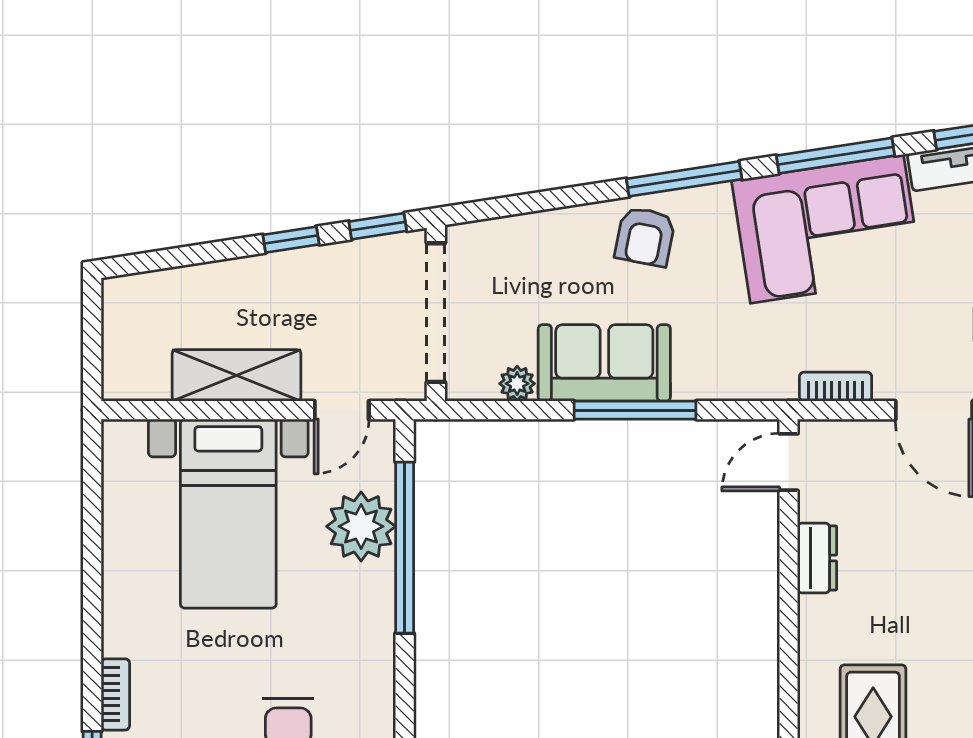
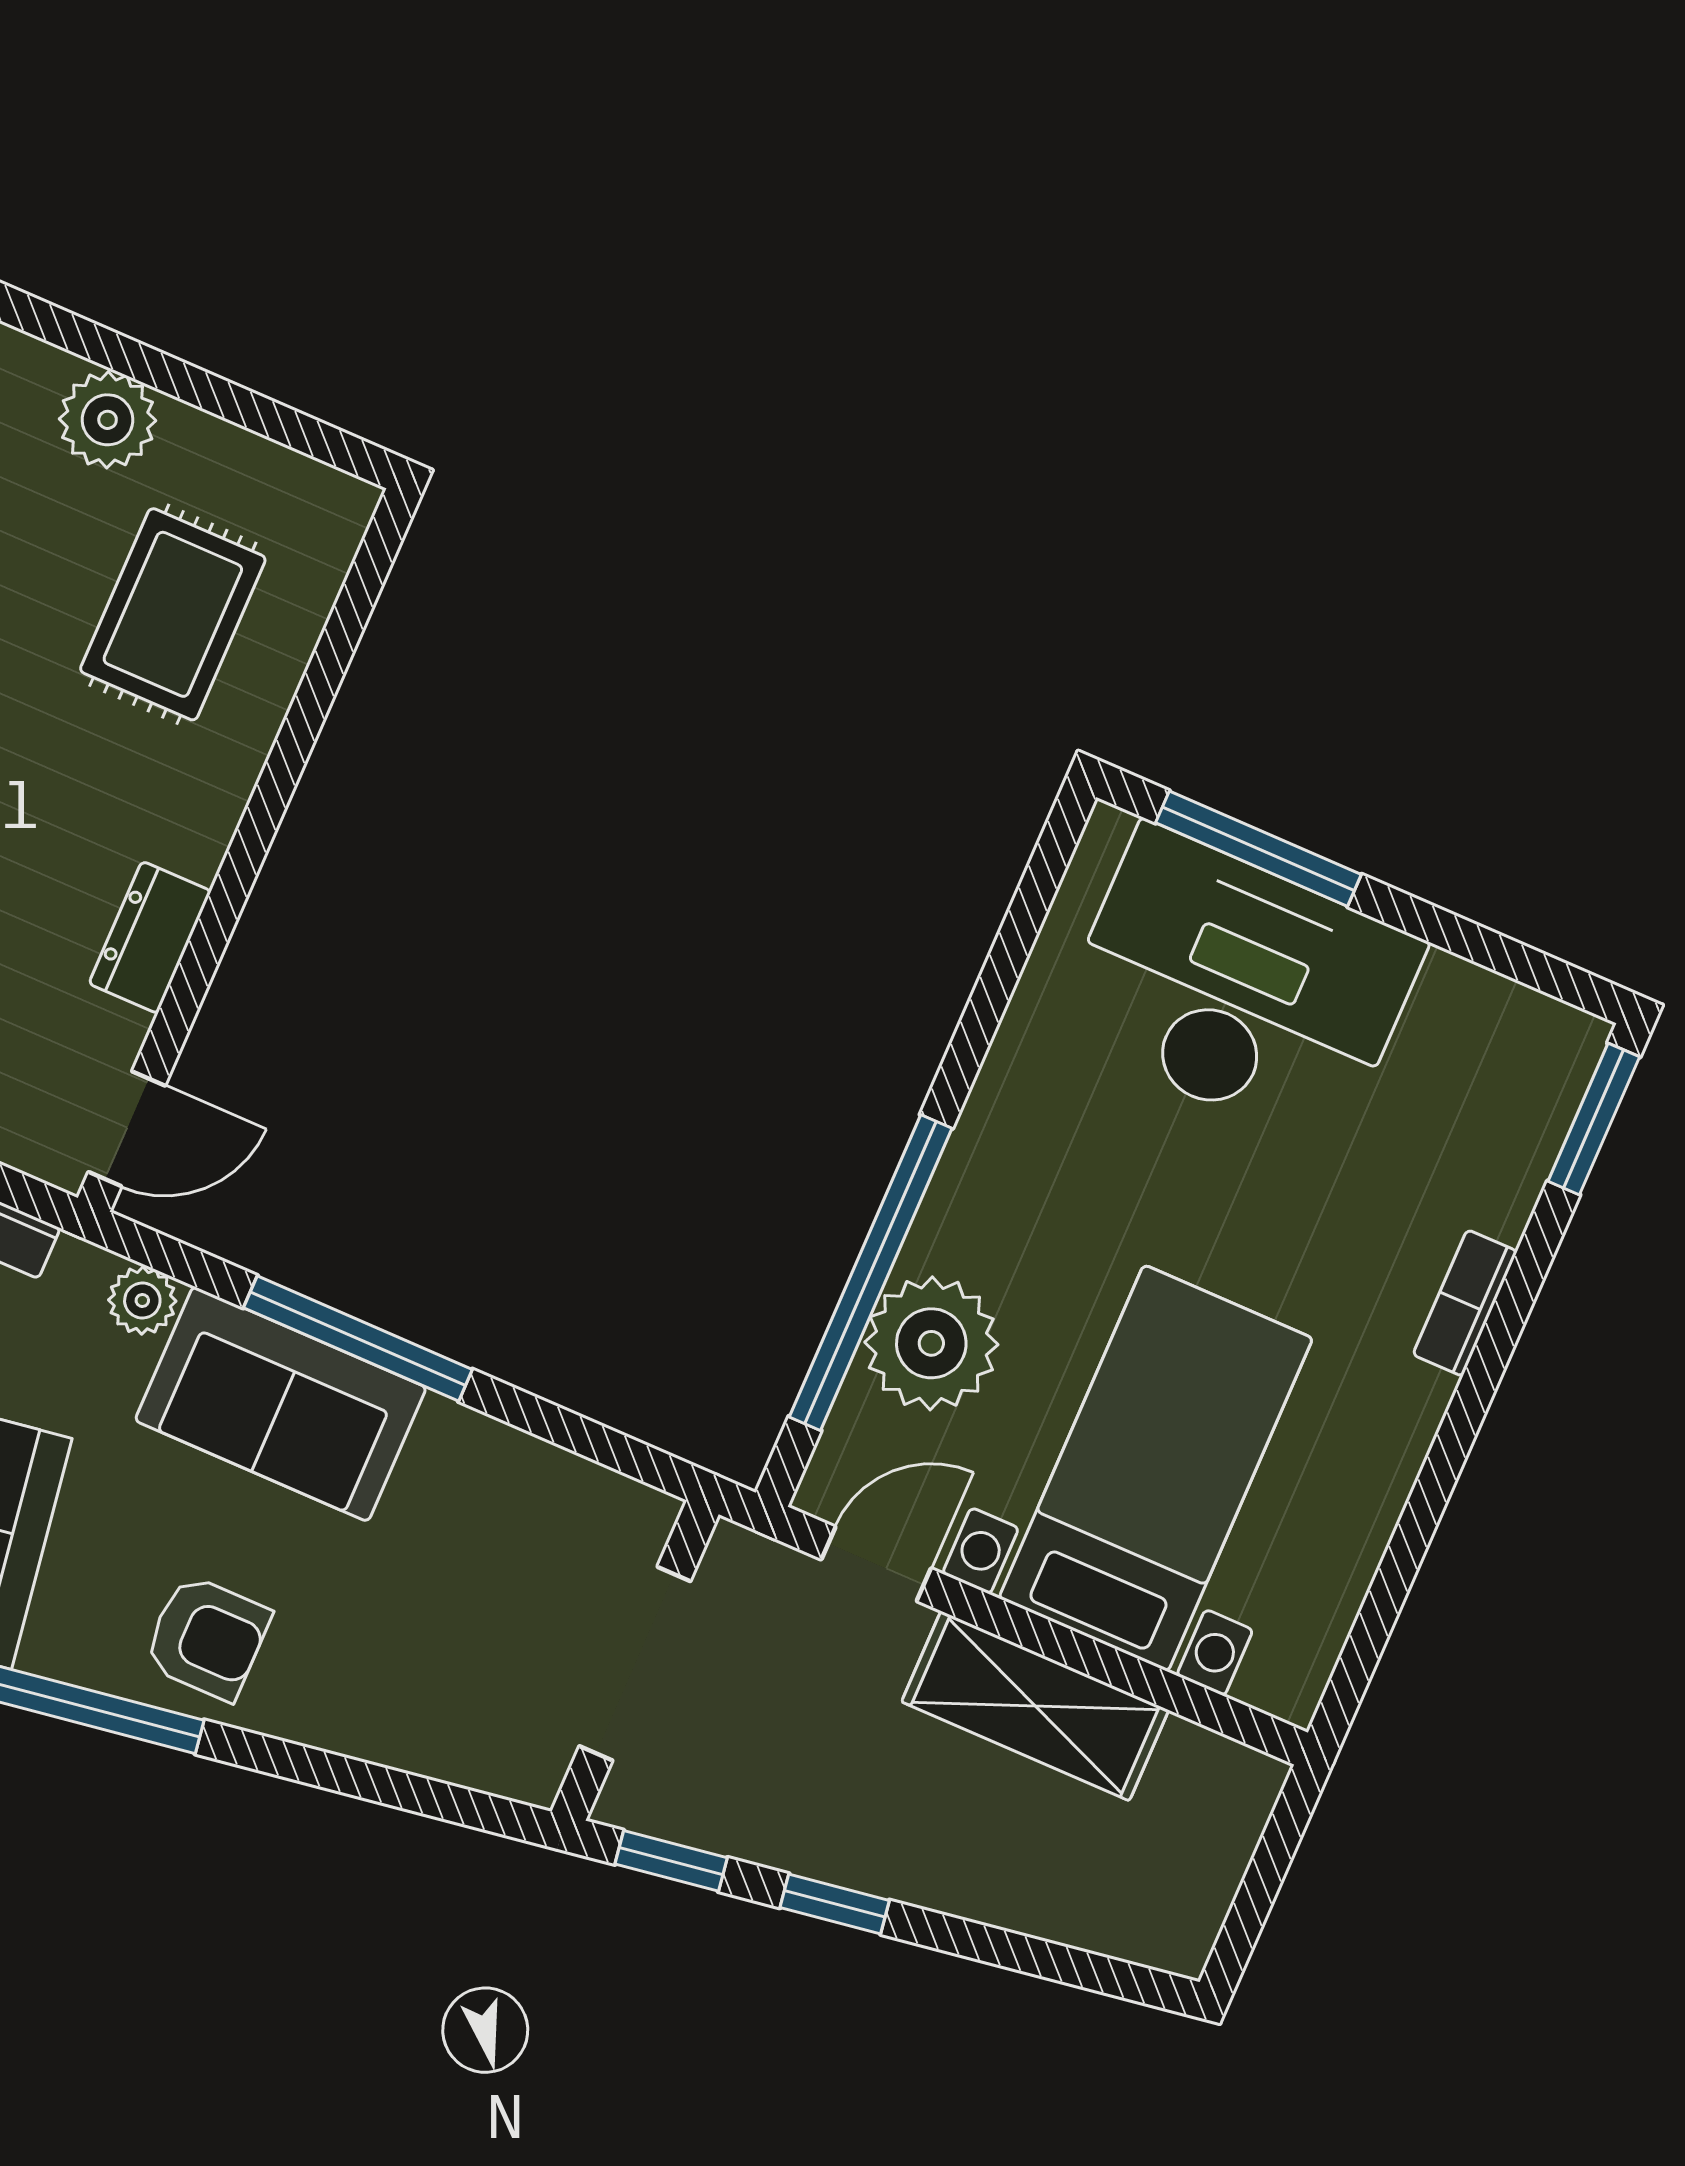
armchair: (645, 237) -> (207, 1637), turned 79
doorway: (436, 313) -> (635, 1664), width x0.73
sofa: (604, 363) -> (281, 1404), moved
plant: (517, 384) -> (142, 1301), moved
bookcase: (115, 694) -> (1465, 1303), moved

